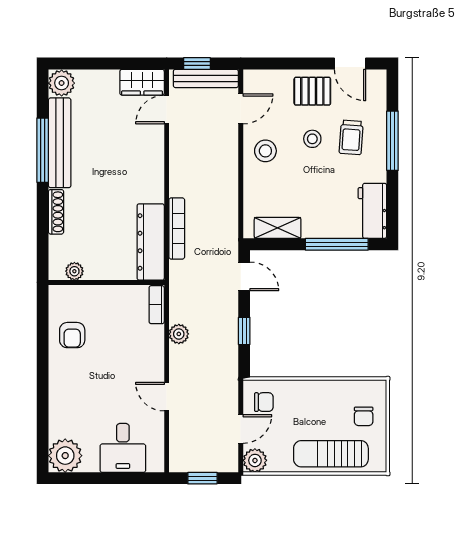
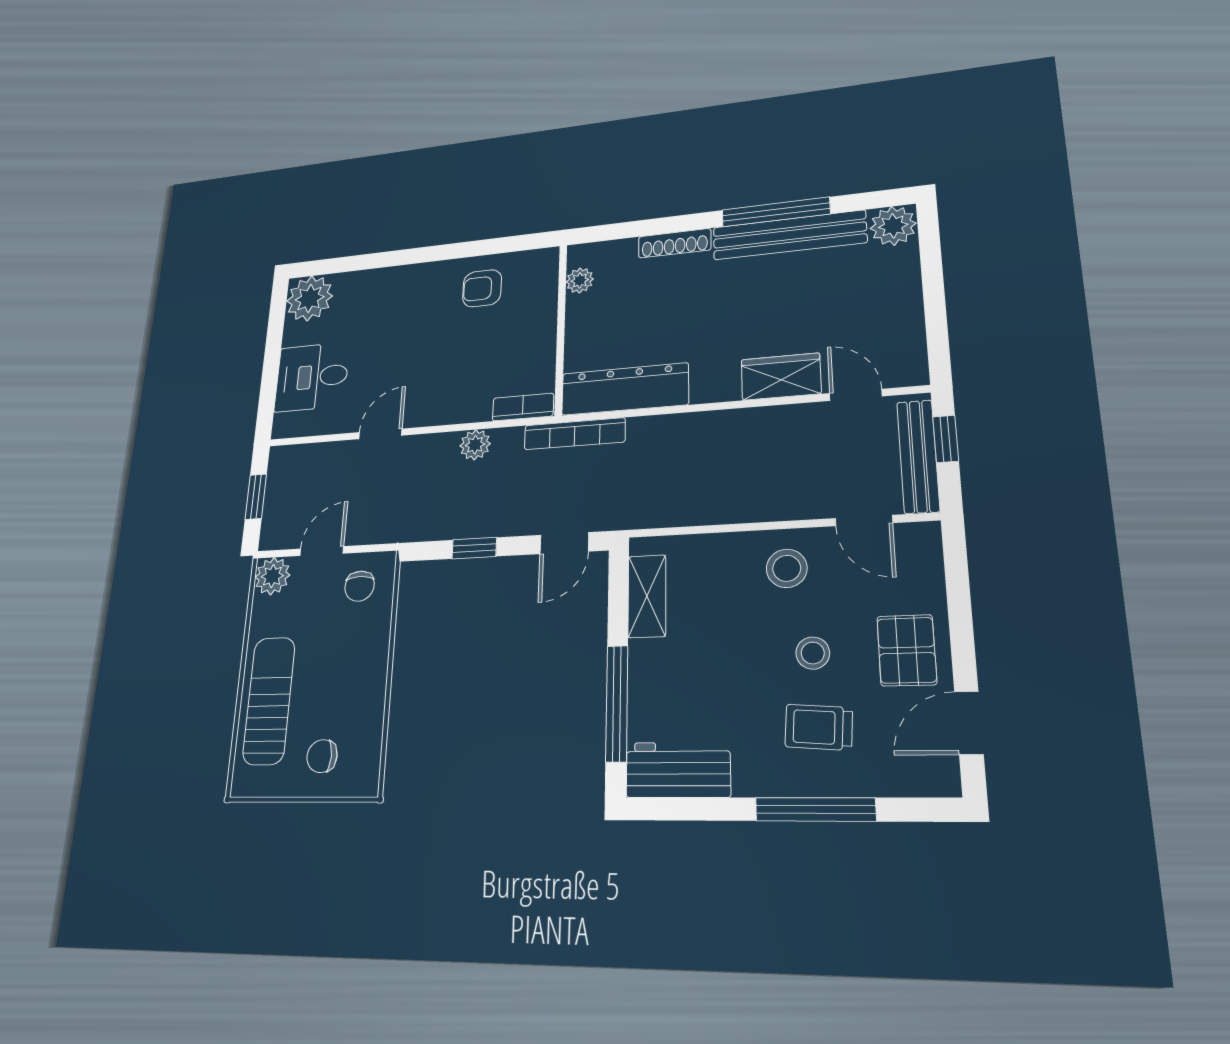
wardrobe: (142, 82) -> (781, 377), moved, turned 90
bookcase: (177, 228) -> (575, 434), moved
door: (241, 429) -> (322, 551), swing flipped

